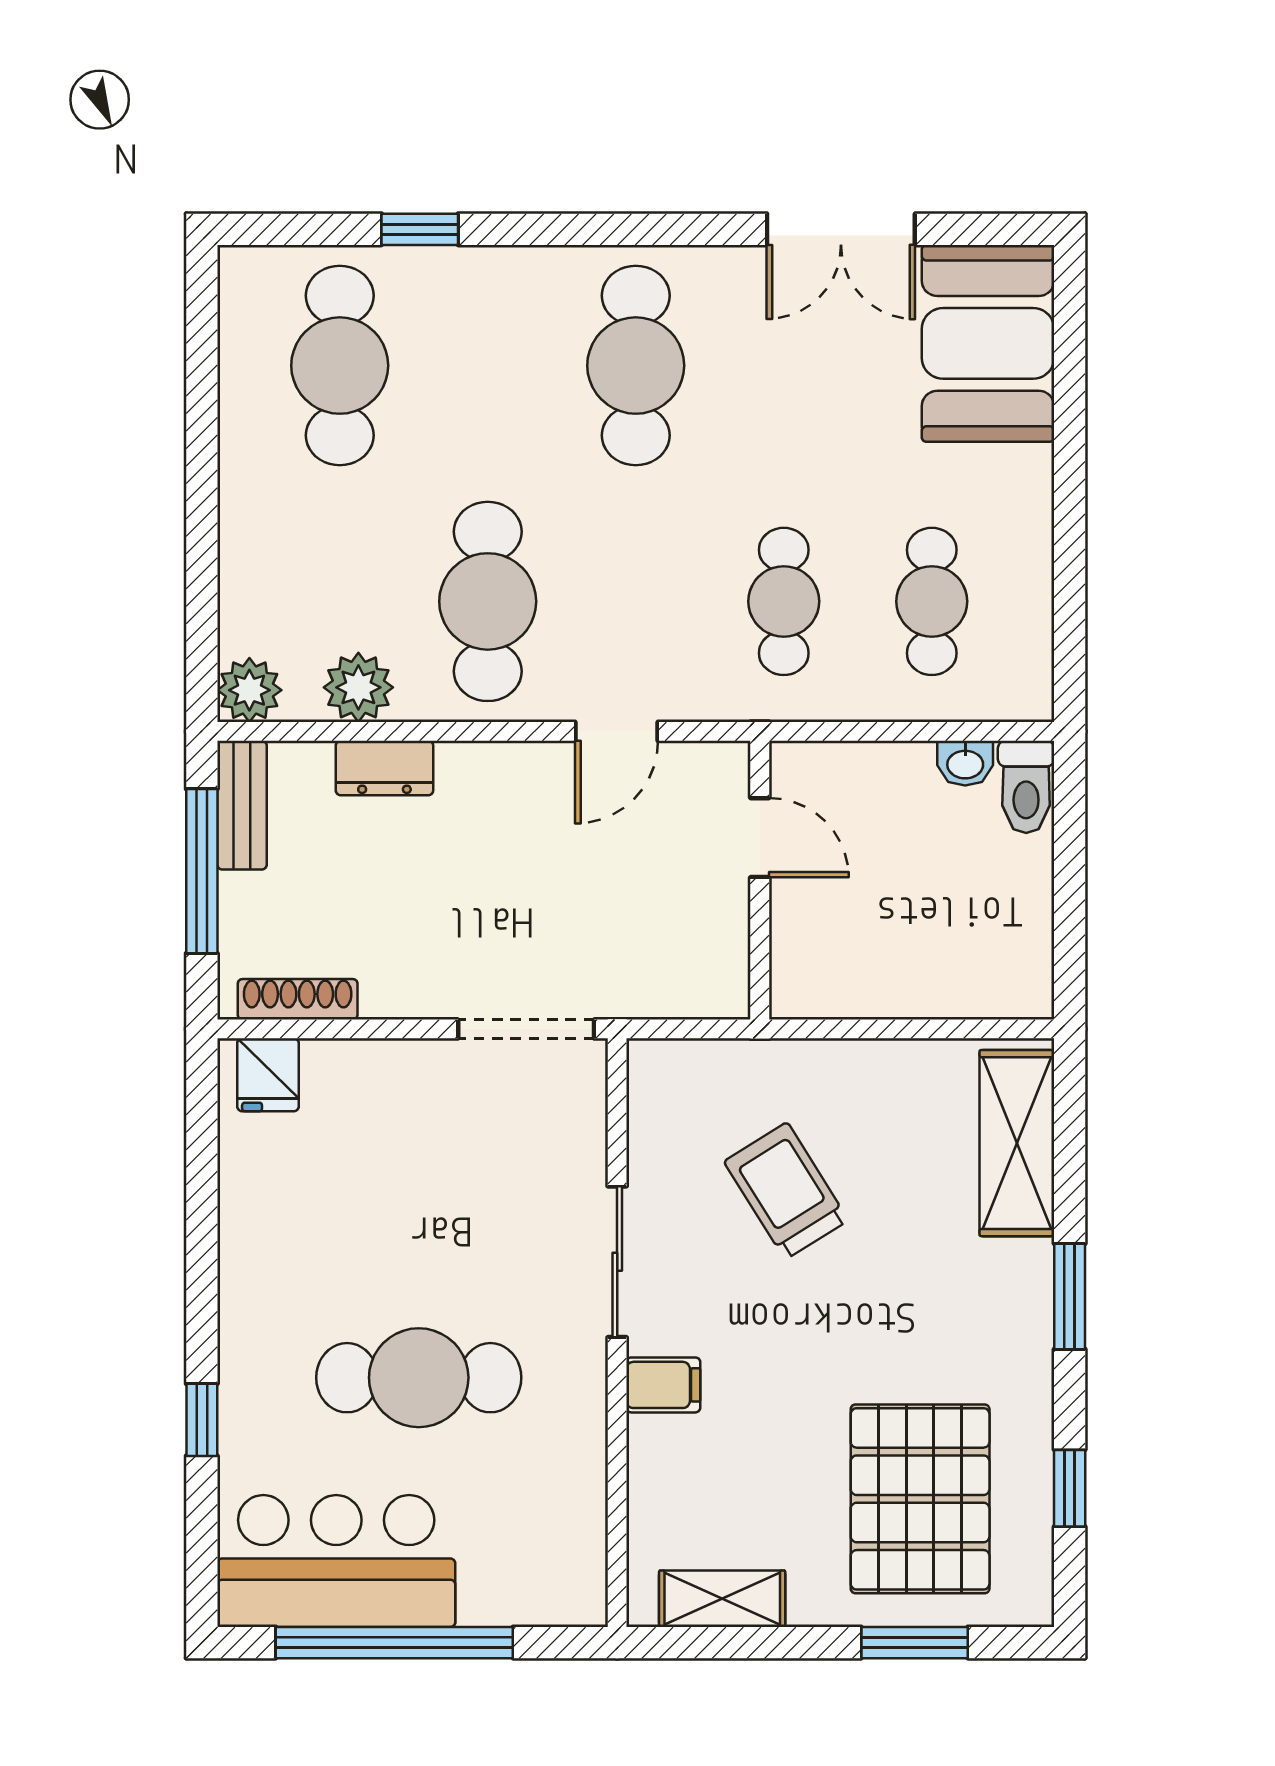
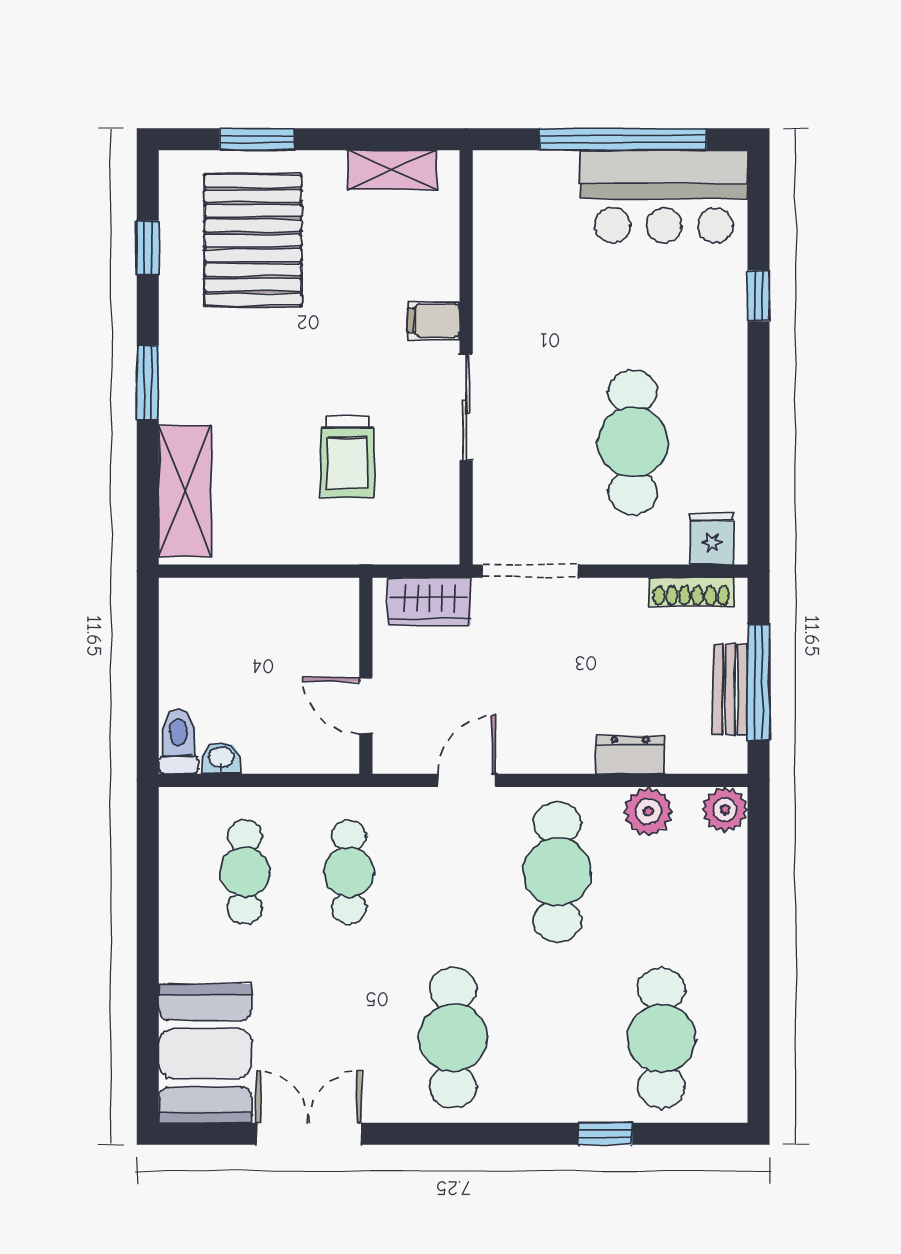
bench: (242, 805) -> (730, 689), moved
wardrobe: (670, 986) -> (429, 602), added
trolley: (786, 1191) -> (347, 457), turned 32
cafe table: (419, 1378) -> (633, 442), moved, turned 90

